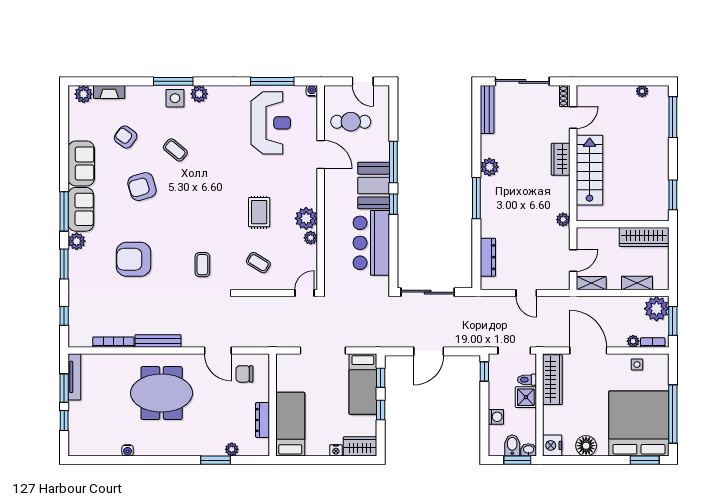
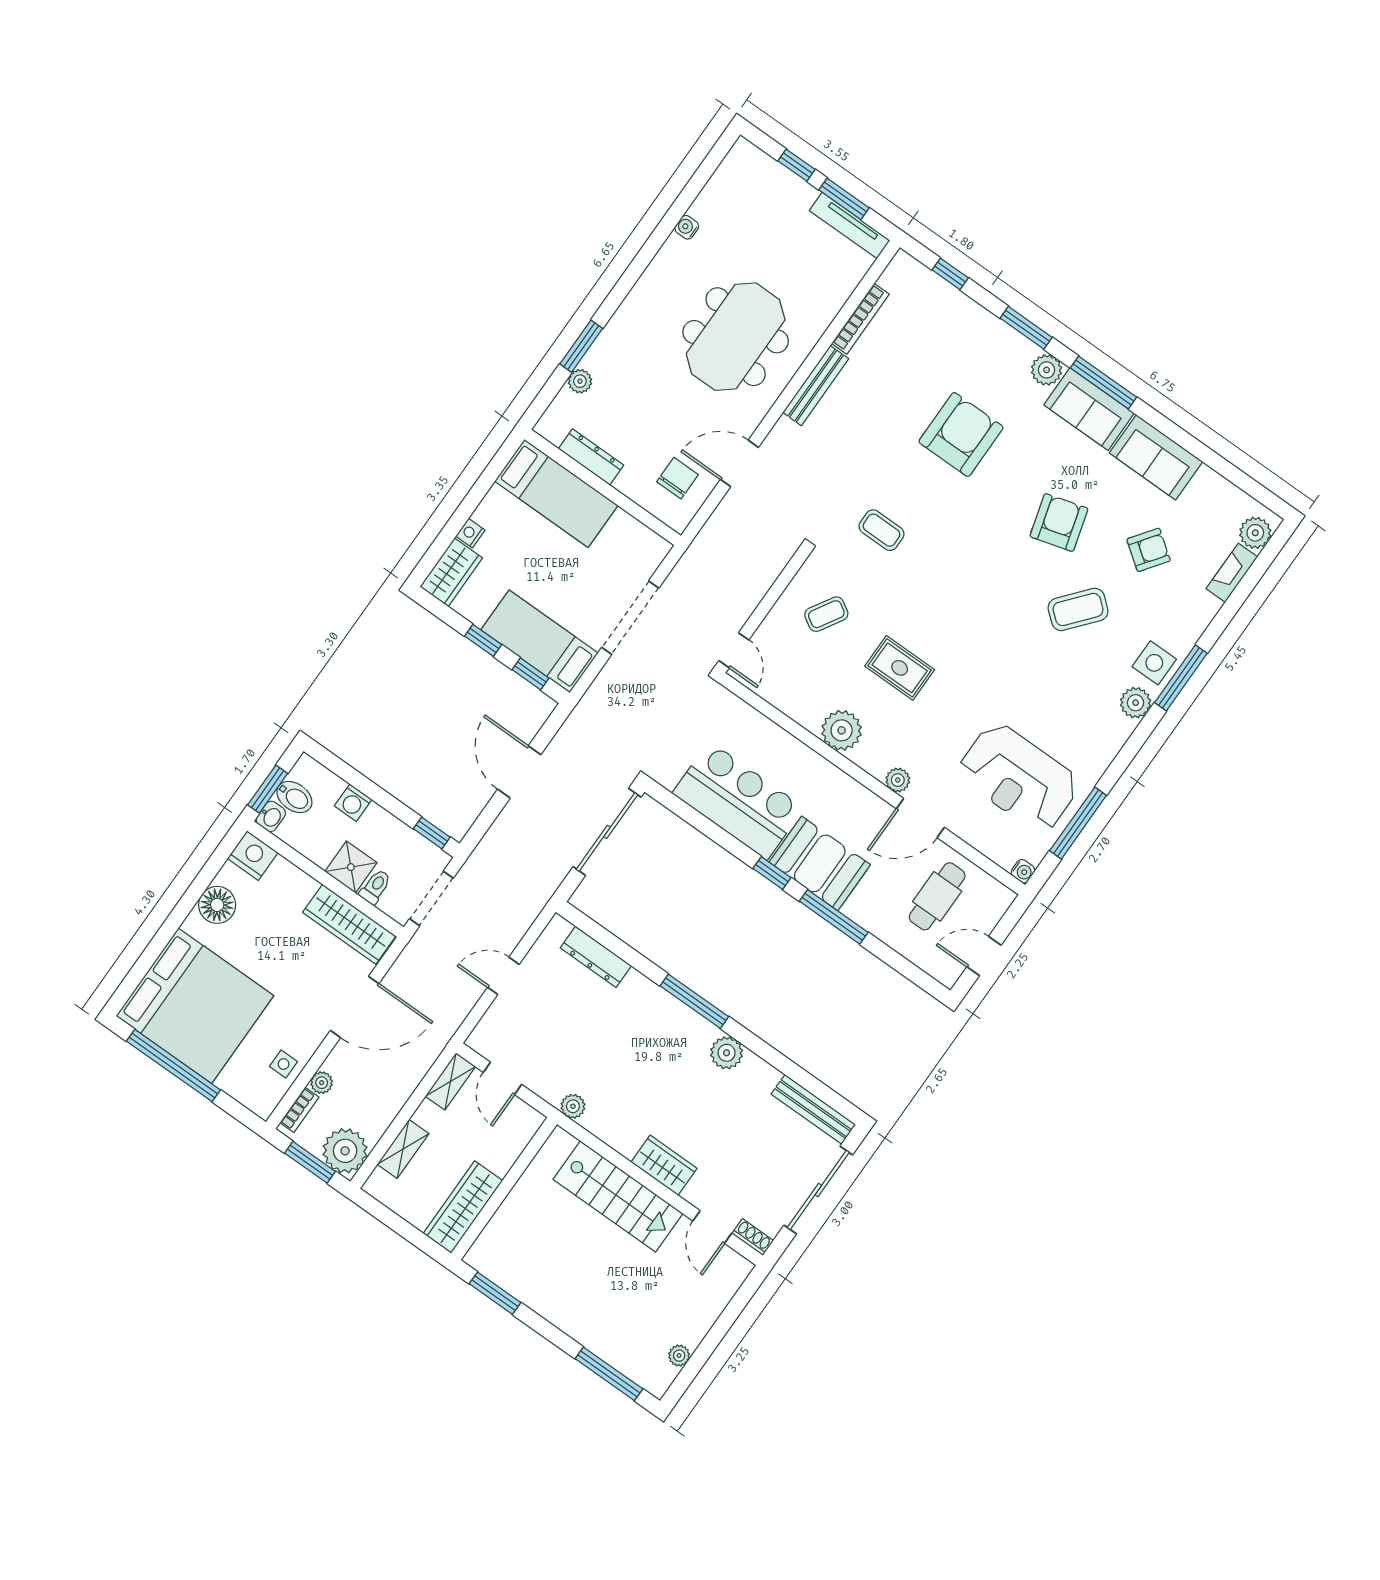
coffee table: (175, 150) -> (1078, 609), width x1.36, depth x1.30
plant: (311, 238) -> (898, 780), moved
window: (645, 460) -> (135, 976), removed

